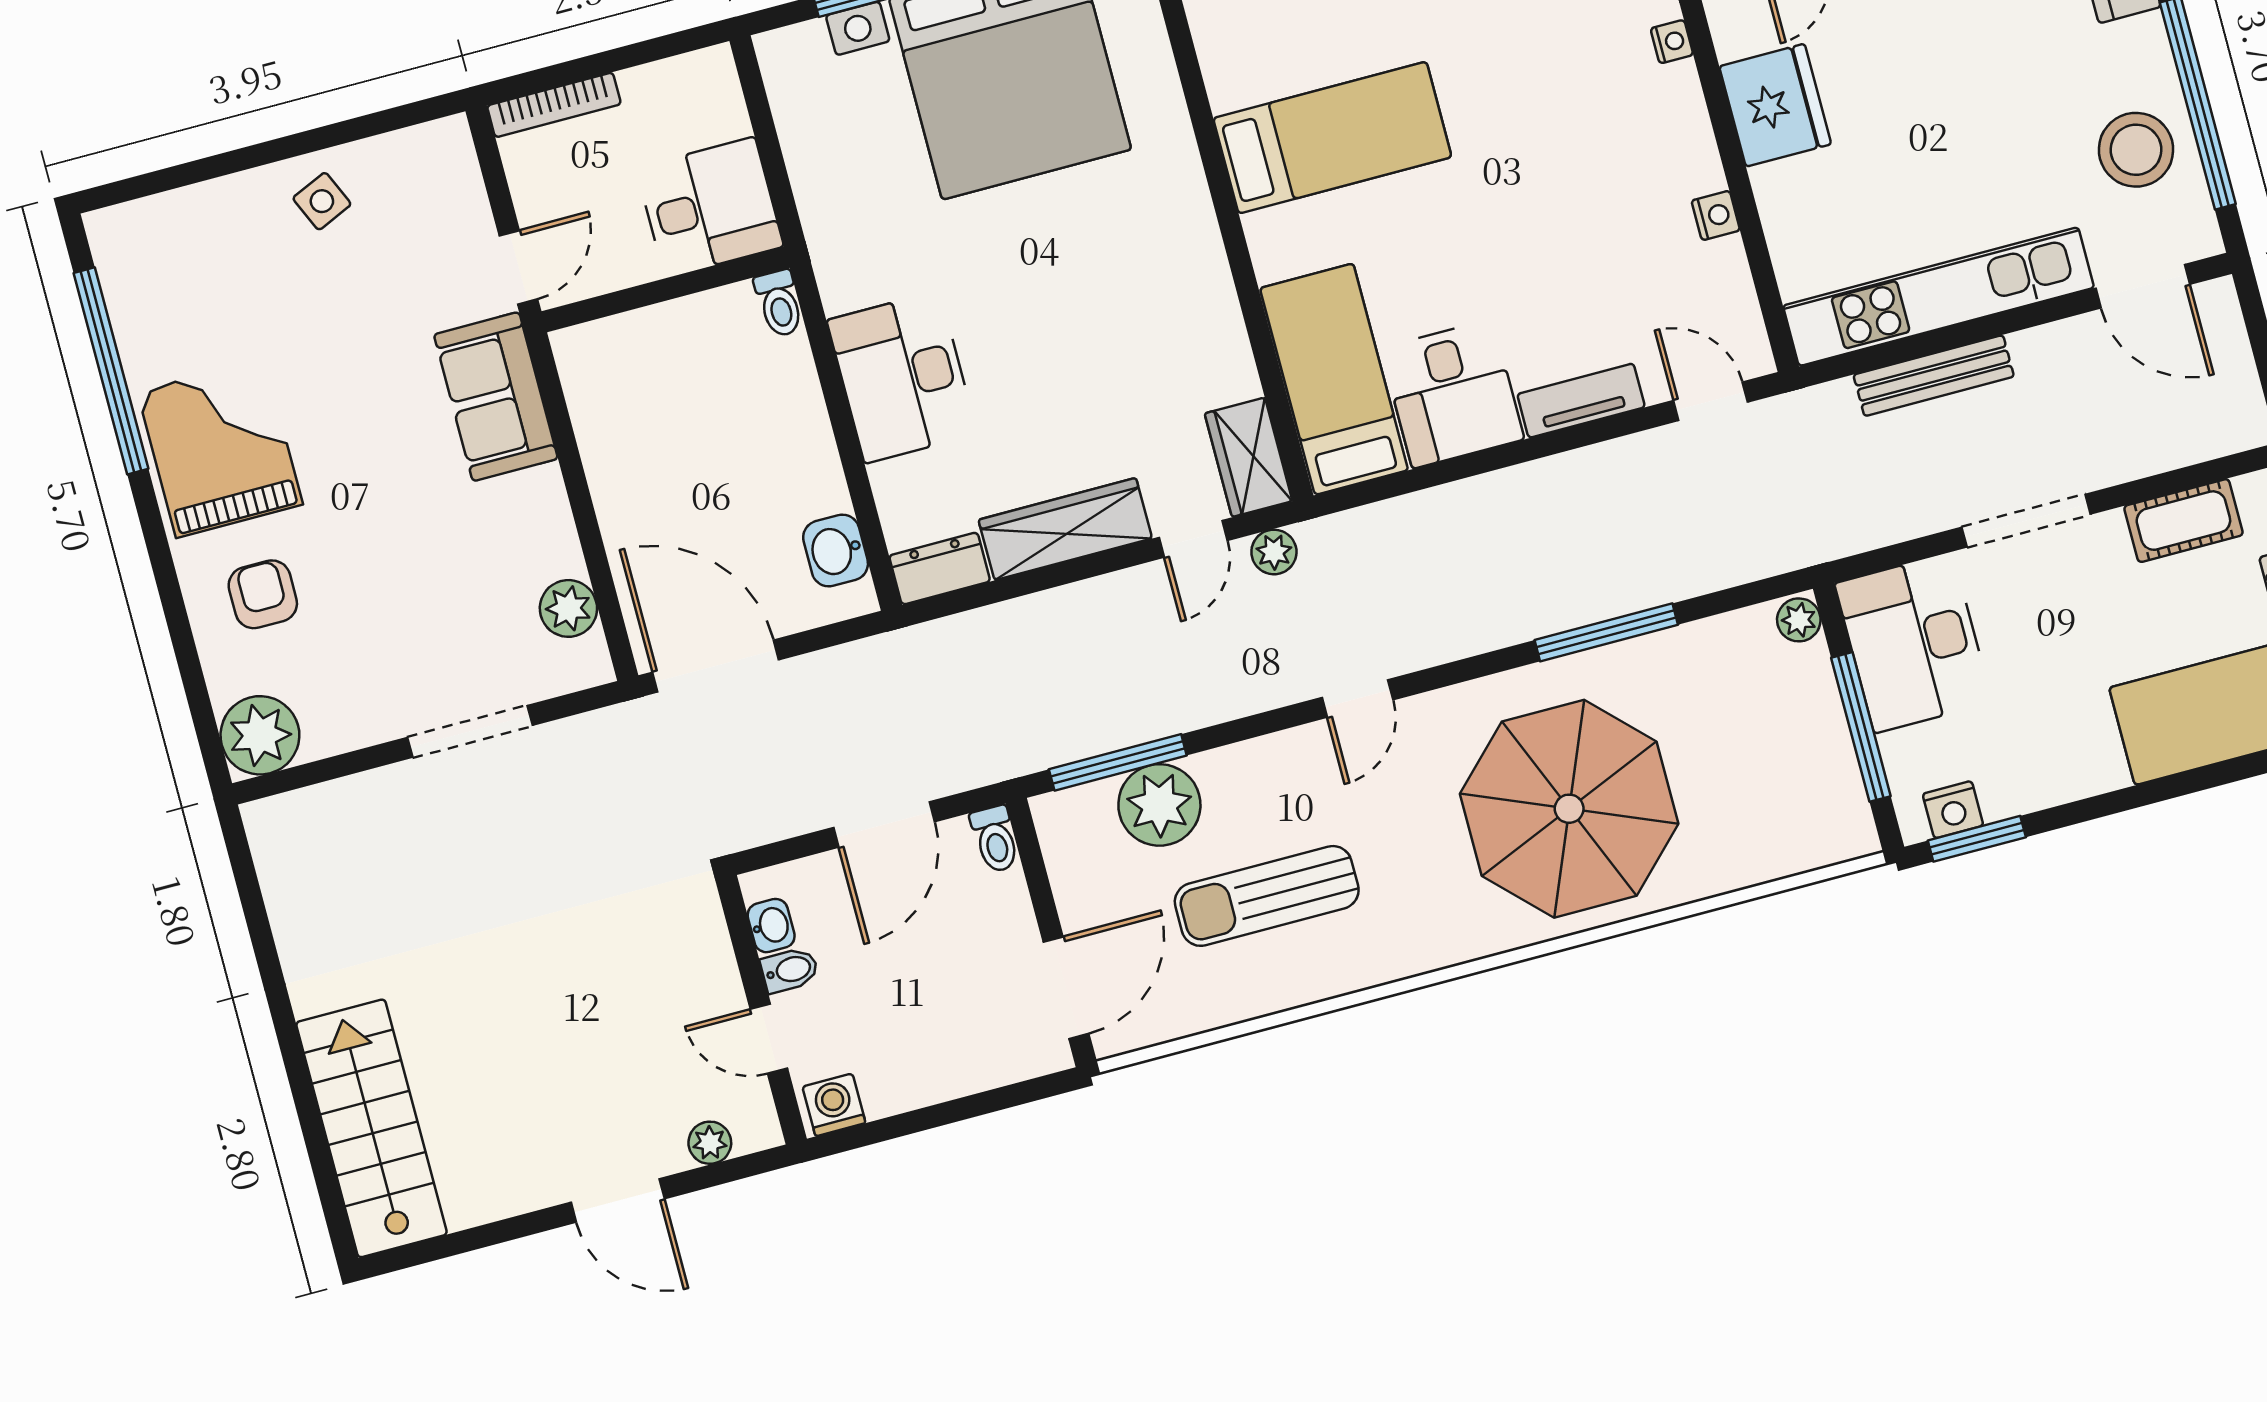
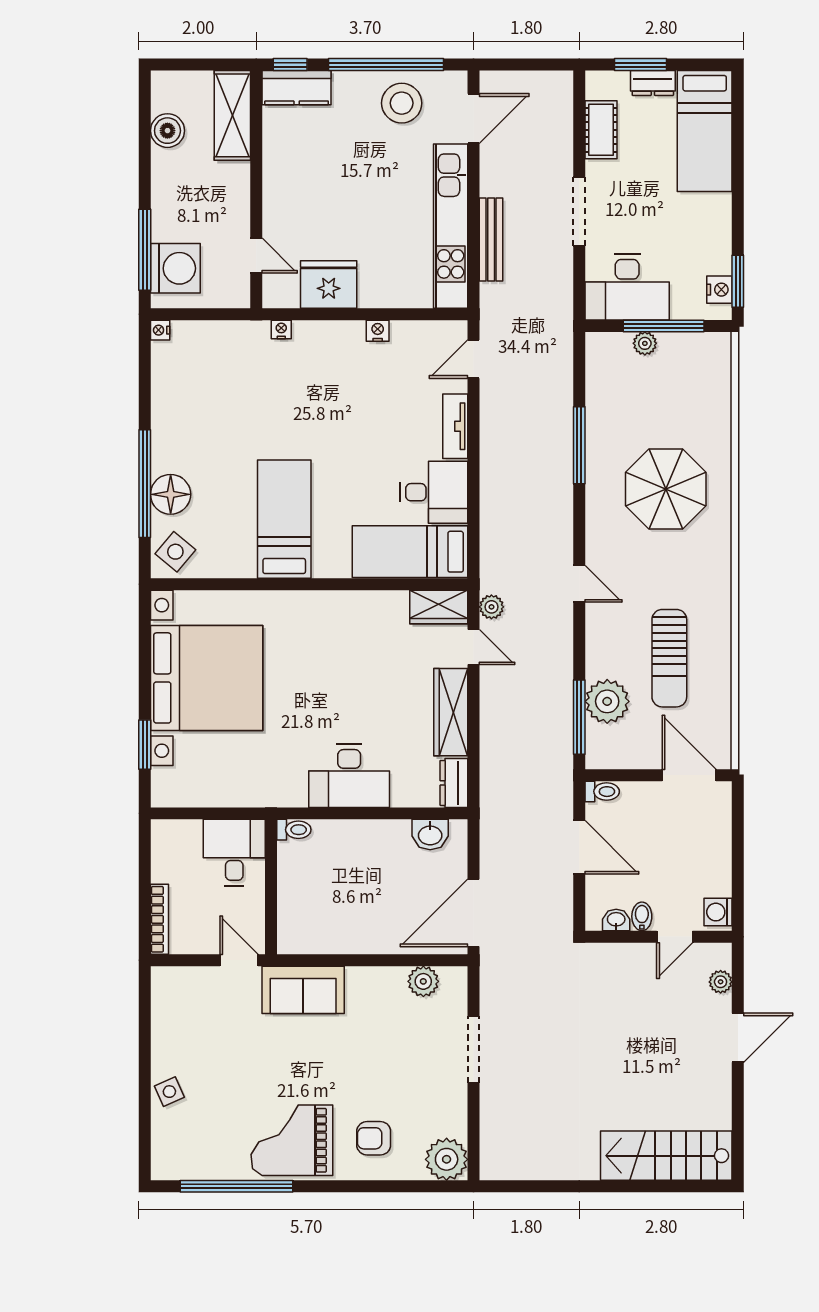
side table: (322, 201) -> (169, 1092), moved
plant: (1799, 620) -> (645, 343), moved
parasol: (1569, 809) -> (666, 489), width x0.73, depth x0.73

